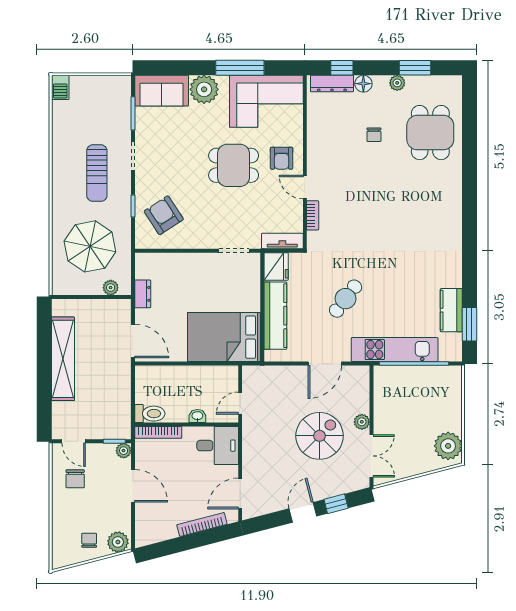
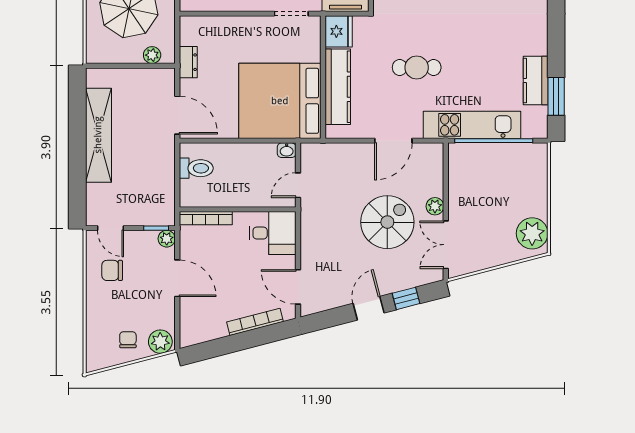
cafe table: (346, 299) -> (417, 67), turned 53
bed: (224, 337) -> (280, 101), width x1.36
toilet: (150, 414) -> (196, 168), moved
washbasin: (197, 416) -> (287, 150), moved, turned 180
double door: (371, 456) -> (446, 245), swing flipped
chair: (75, 479) -> (112, 270), turned 90
door: (240, 493) -> (298, 287), hinge flipped

